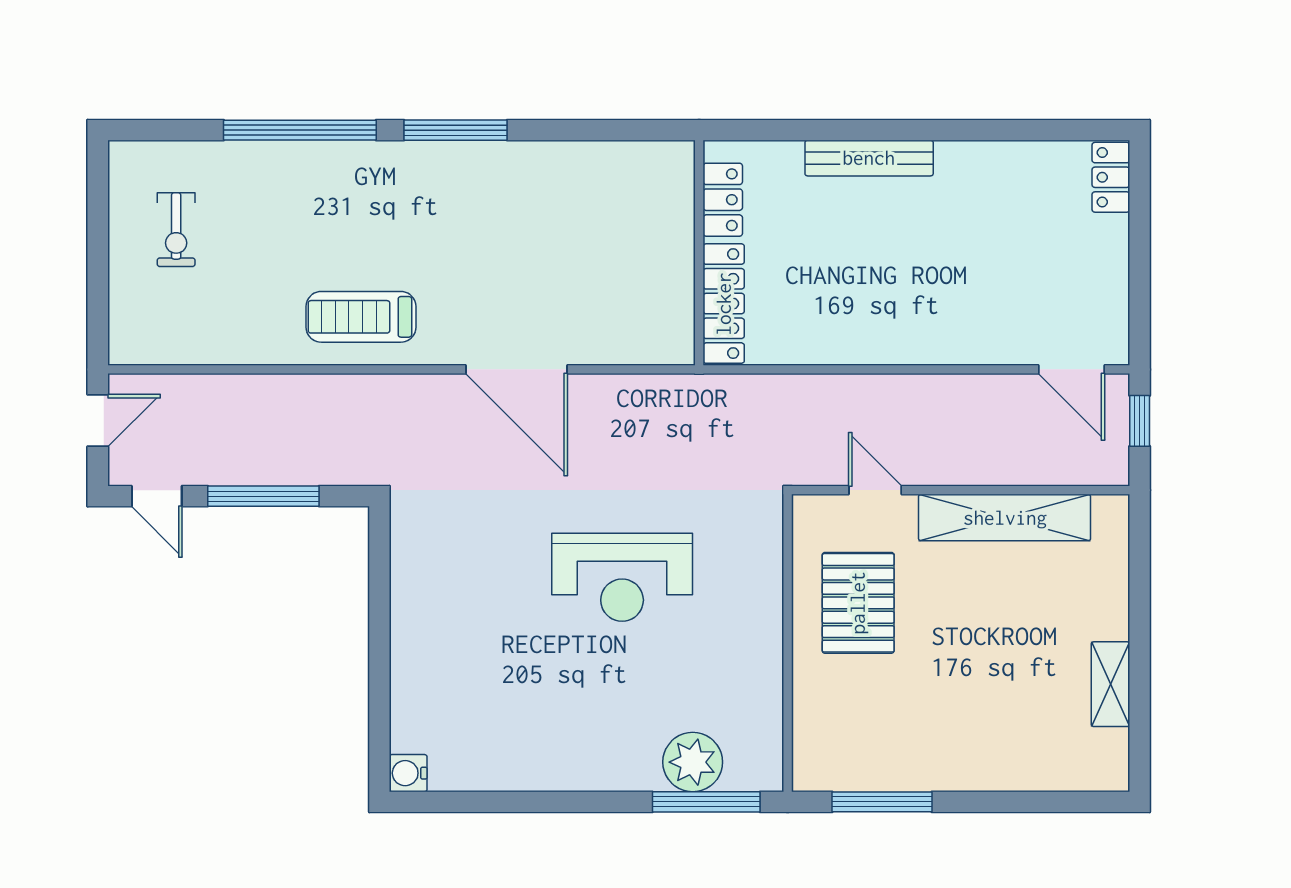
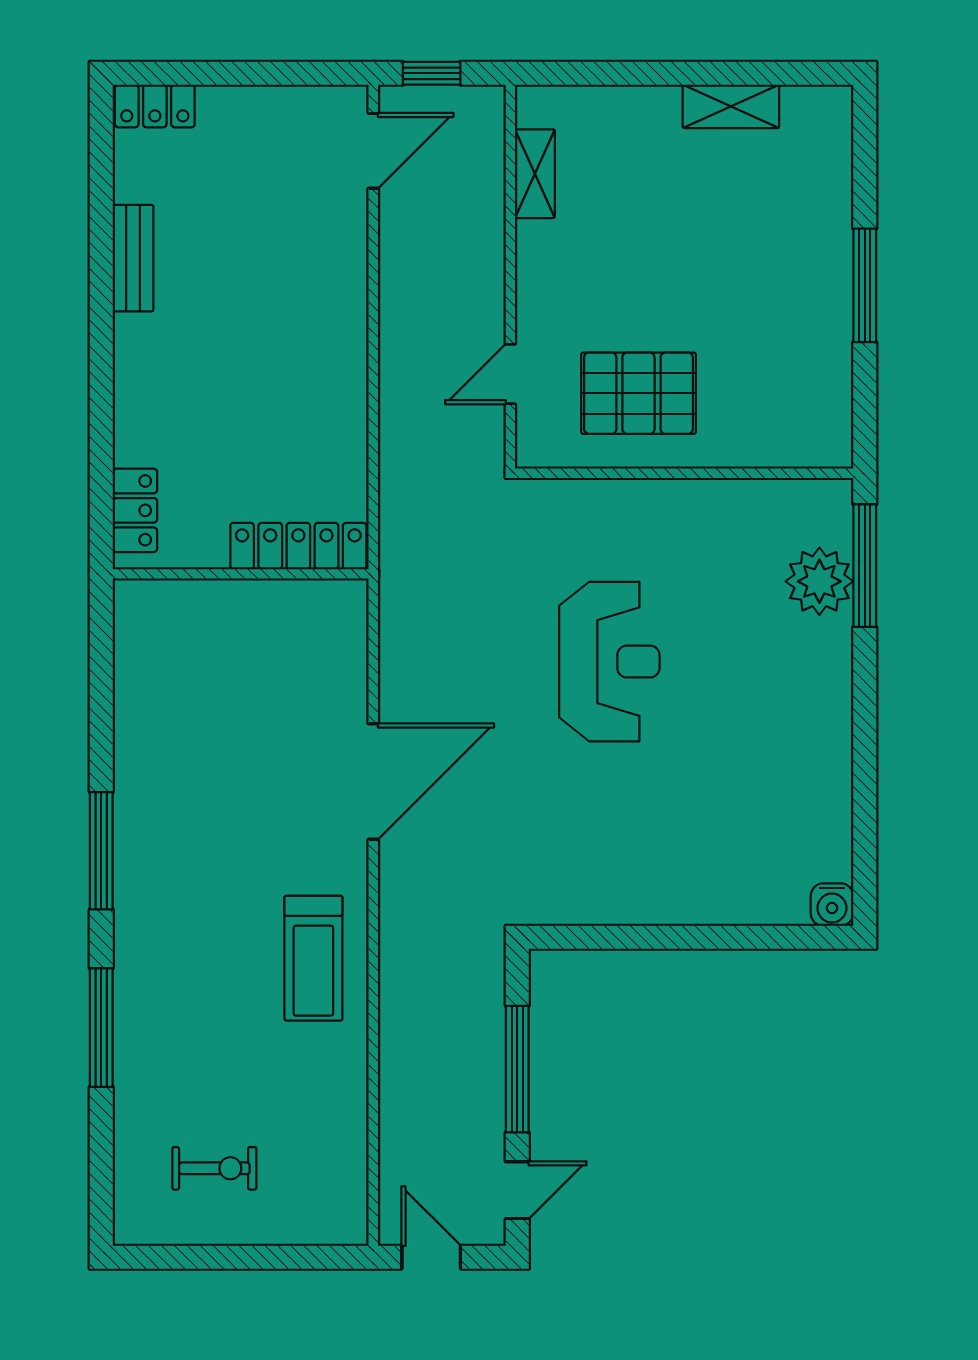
window: (300, 130) -> (101, 1028), width x0.68
bench: (869, 158) -> (133, 258), moved, width x0.73
locker: (723, 200) -> (135, 510), moved, turned 90
shelving: (1005, 518) -> (535, 174), width x0.45, depth x0.75
window: (882, 802) -> (865, 285), moved

